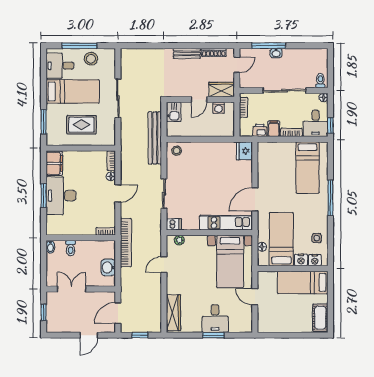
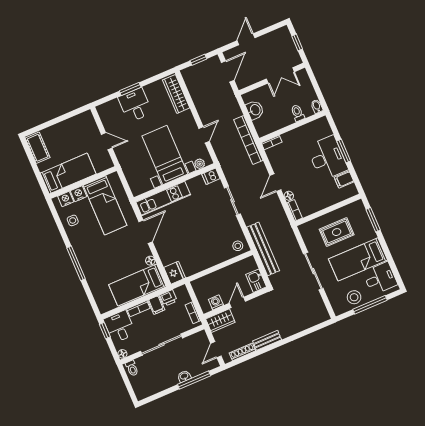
filing cabinet: (54, 163) -> (344, 180), width x0.50
bed: (308, 168) -> (137, 285), moved, turned -90
floor lamp: (262, 247) -> (150, 261), moved
bed with nightstands: (230, 262) -> (165, 155), moved

